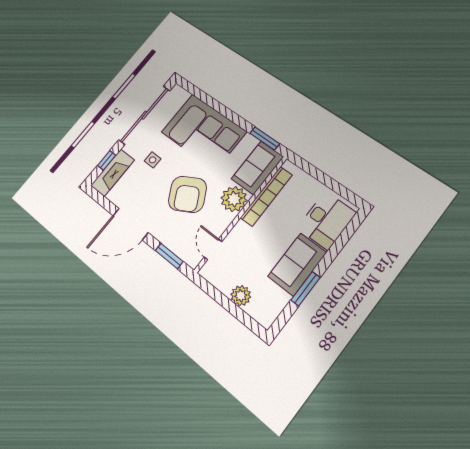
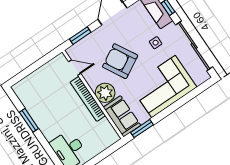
bookcase: (266, 196) -> (88, 99), moved
sofa: (297, 264) -> (46, 120), removed
plant: (241, 296) -> (38, 77), removed

